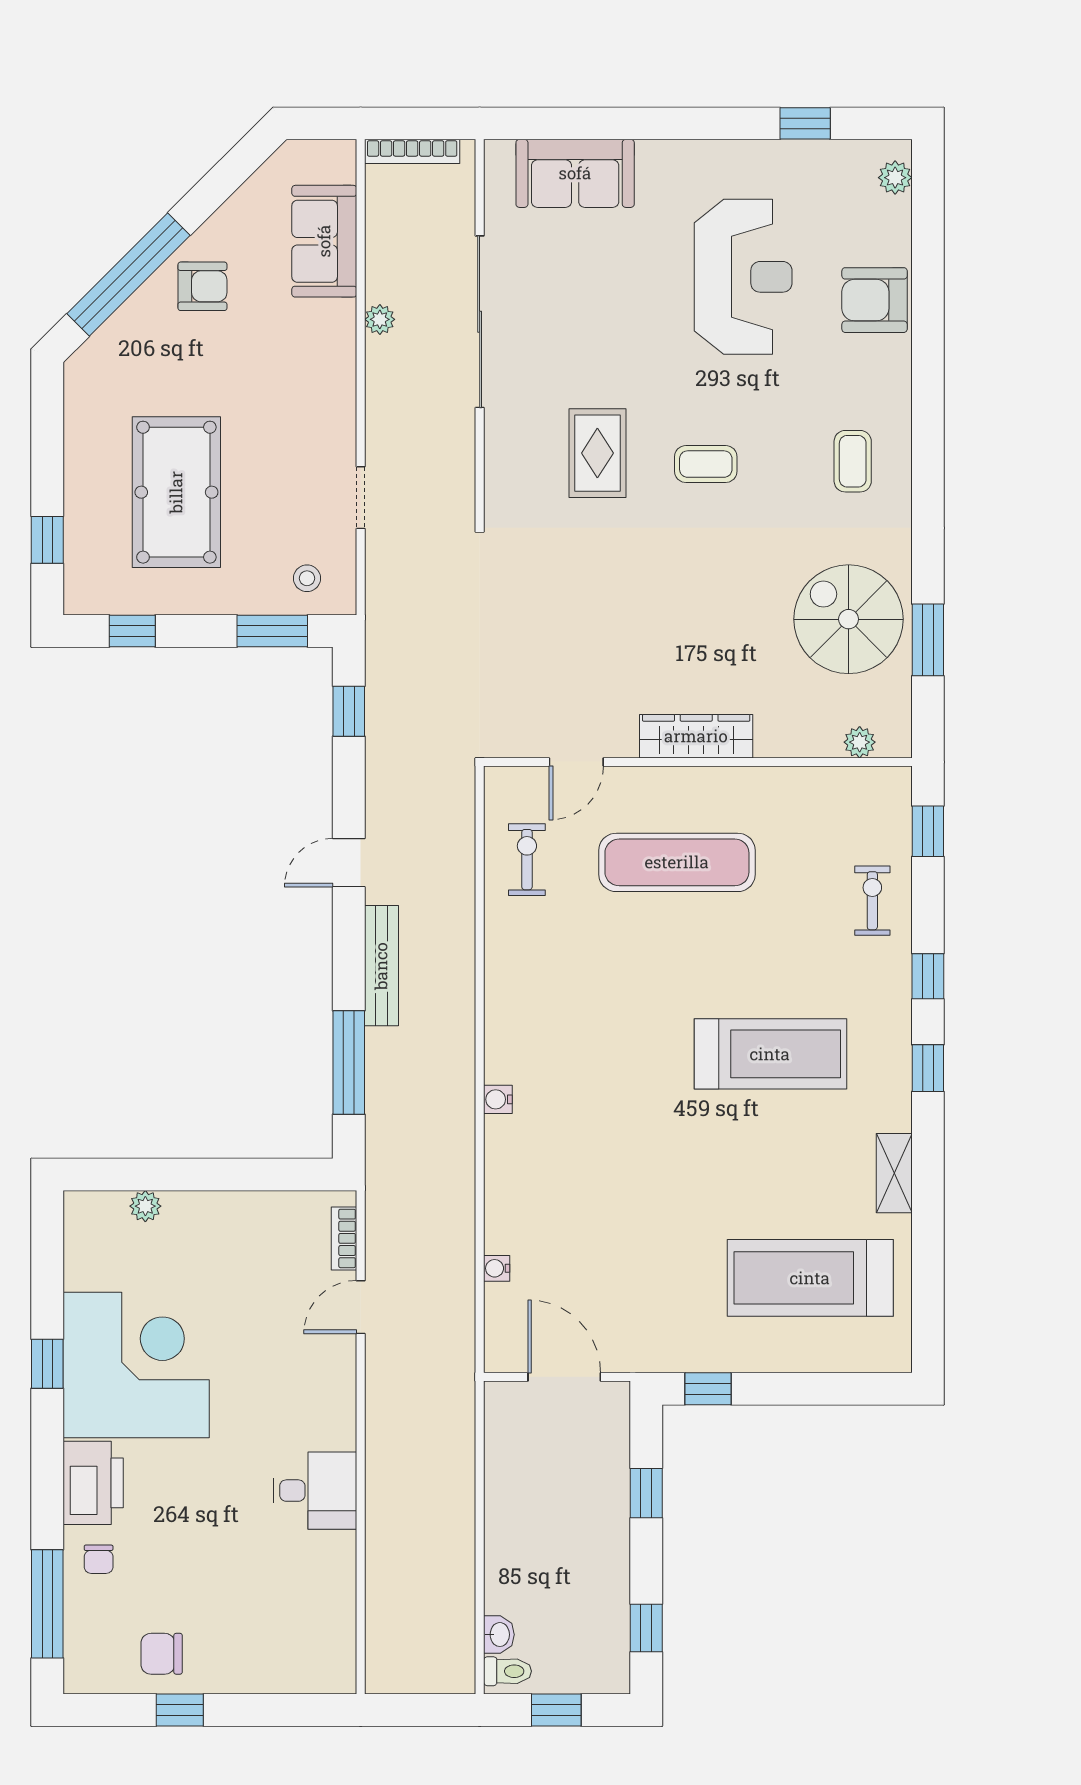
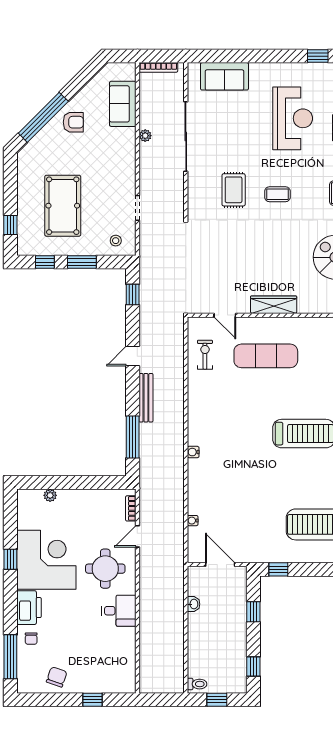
window: (272, 631) -> (82, 262), moved
door: (576, 762) -> (225, 315), hinge flipped
round table: (281, 1387) -> (105, 569), added
washbasin: (499, 1635) -> (194, 604), moved
chair: (162, 1654) -> (57, 677), turned 109
window: (180, 1710) -> (93, 700), moved

